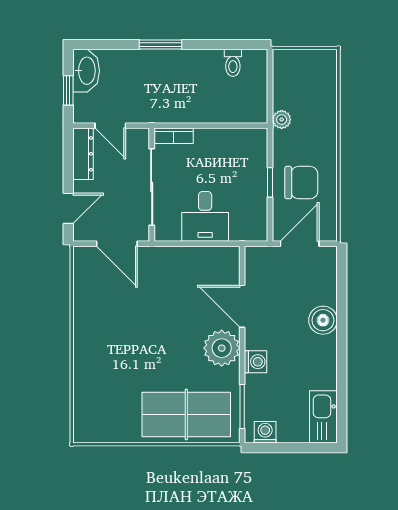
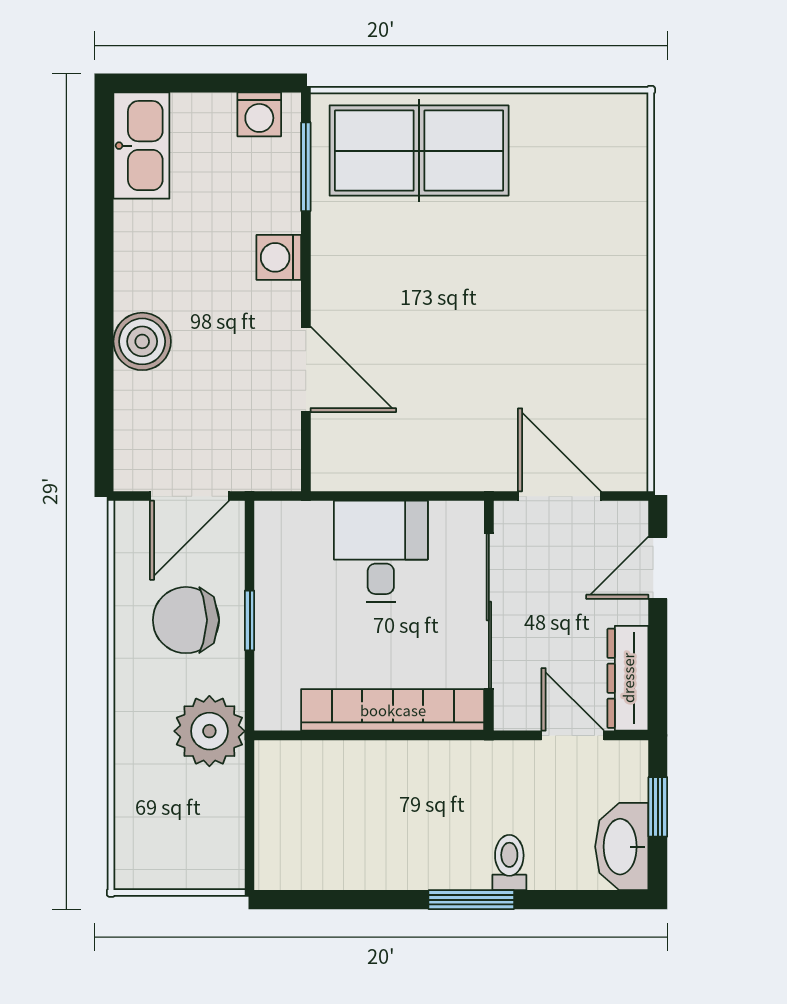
toilet: (233, 63) -> (509, 863), moved
plant: (282, 120) -> (209, 731), width x1.88, depth x1.88
bookcase: (174, 136) -> (393, 710), width x2.31, depth x1.31
plant: (222, 348) -> (347, 285), removed

